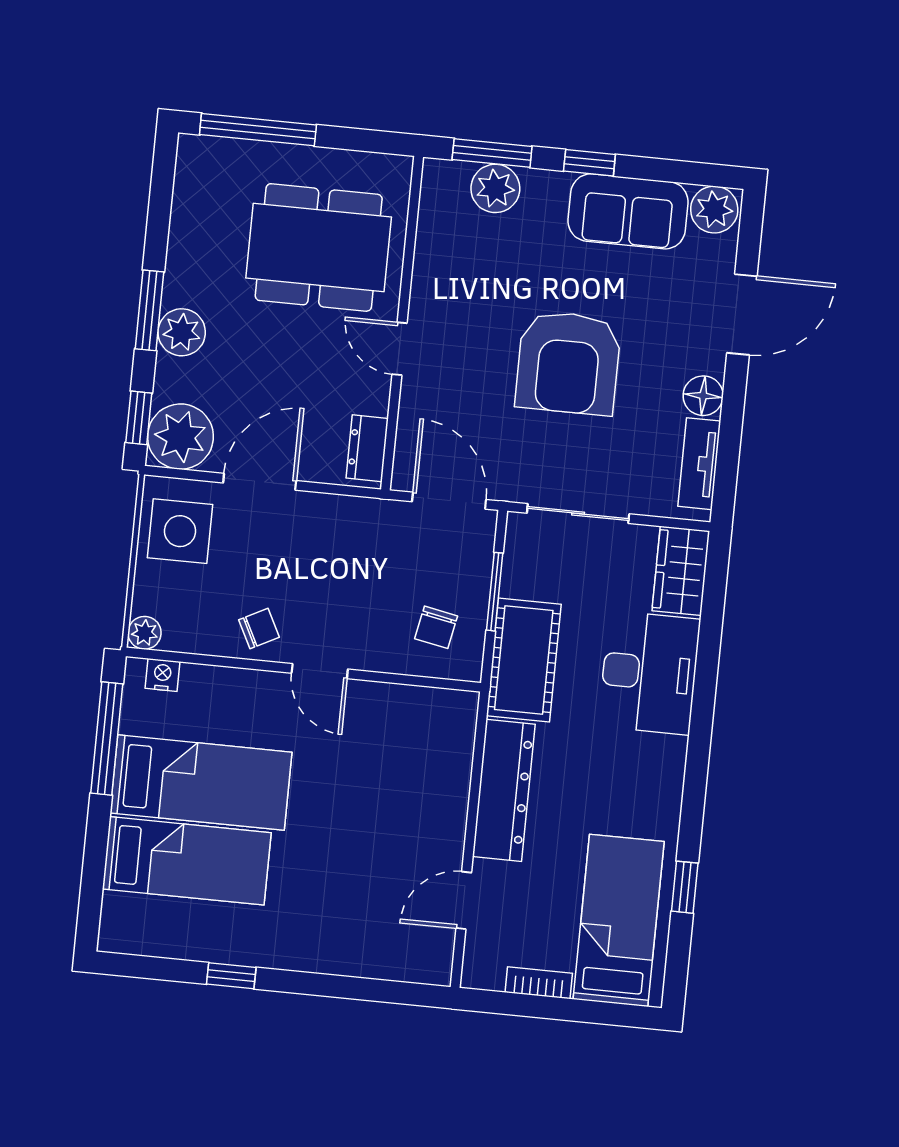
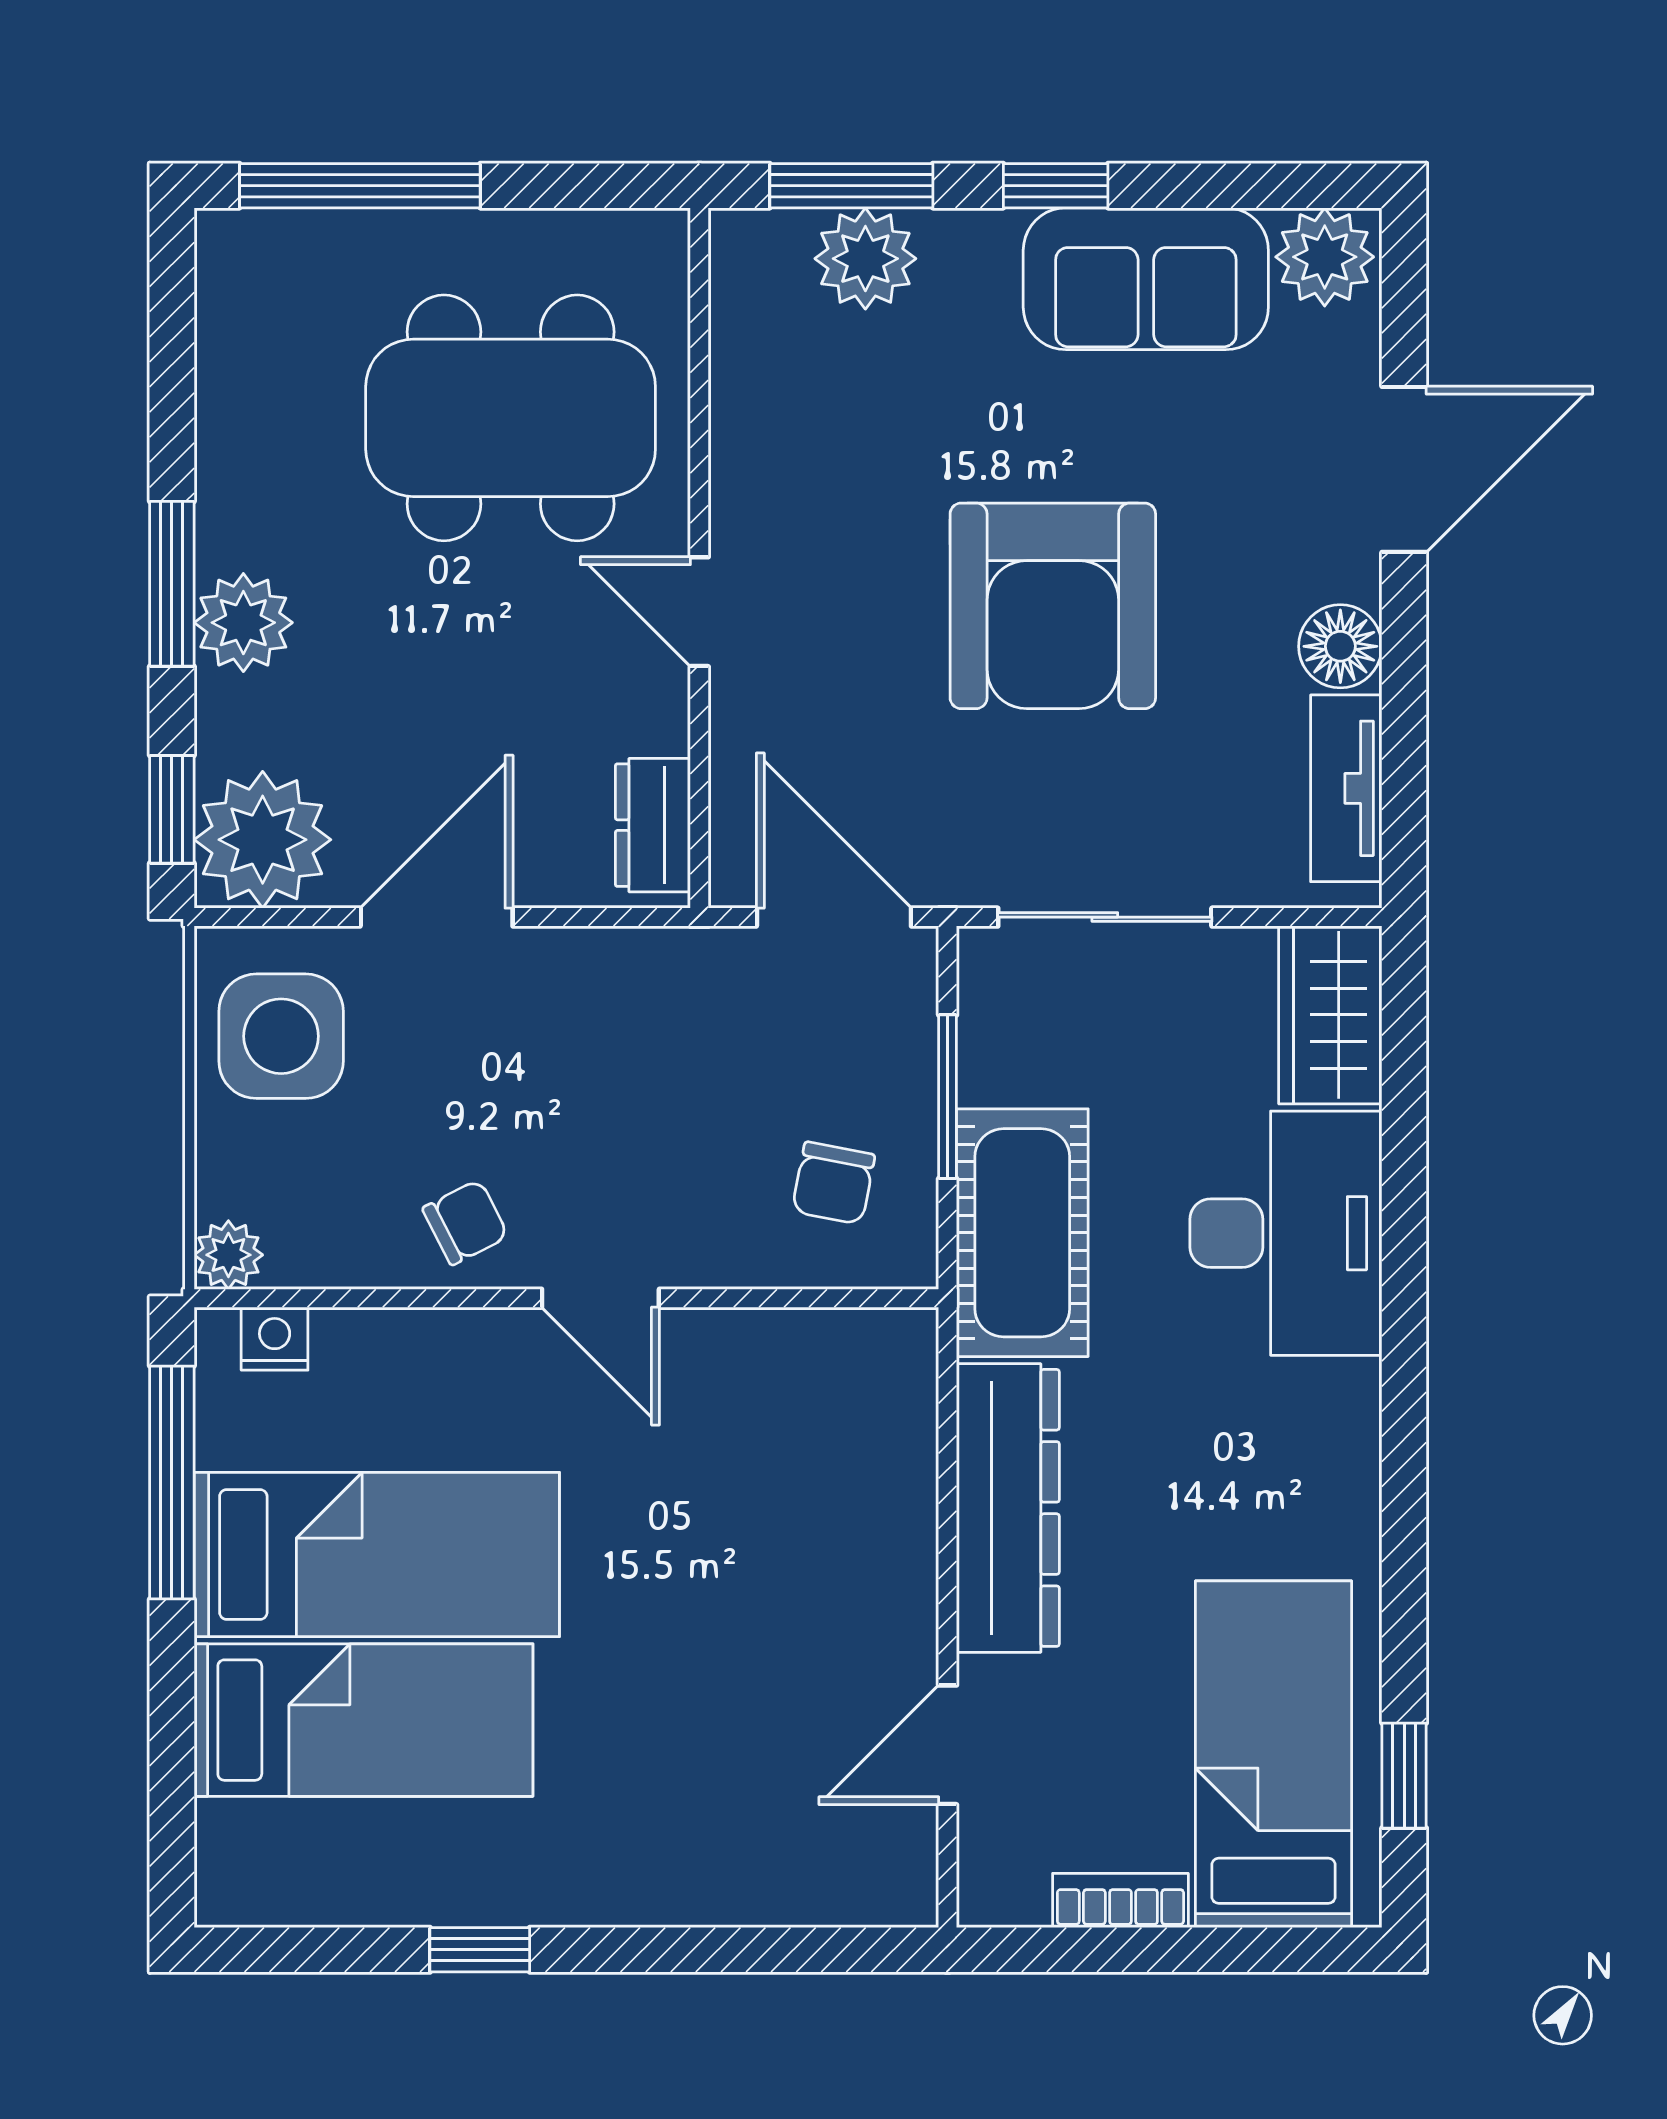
window: (685, 887) -> (1404, 1776), moved

